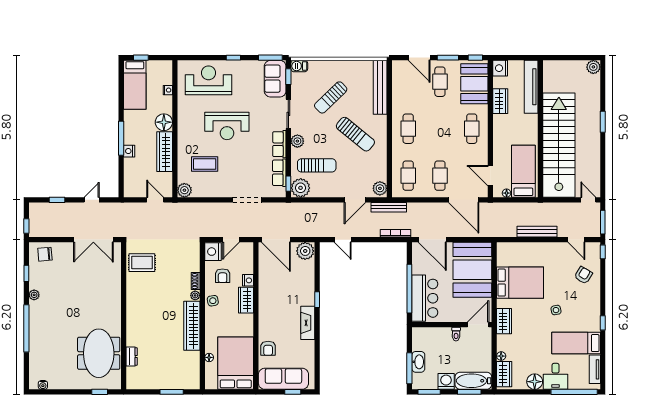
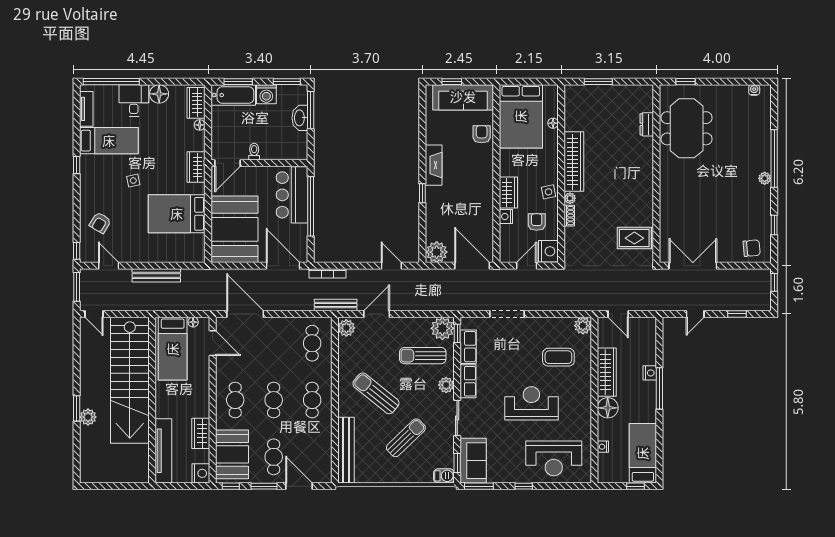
plant: (593, 67) -> (88, 417), moved
cafe table: (440, 176) -> (274, 400), moved
plant: (34, 295) -> (765, 178), moved

